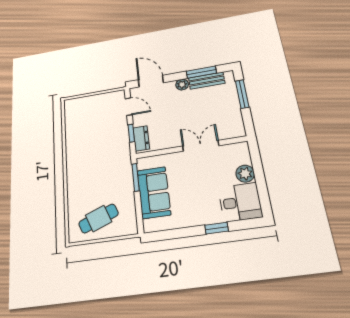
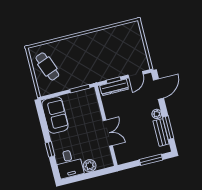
dresser: (141, 138) -> (114, 87), width x1.44
sofa: (154, 192) -> (55, 115), moved, turned -90

